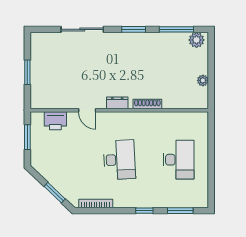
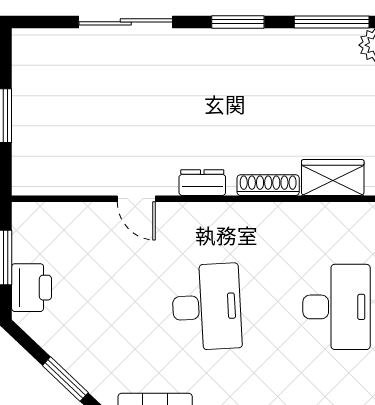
wardrobe: (177, 101) -> (333, 178), added
printer: (55, 121) -> (31, 288), moved, turned -90

